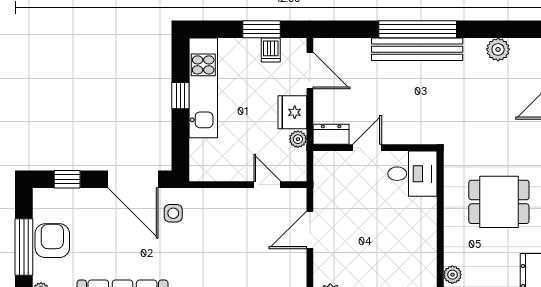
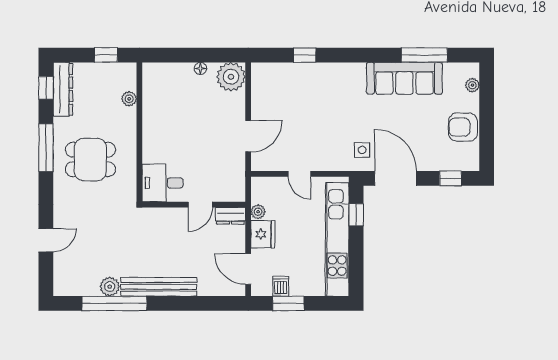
window: (418, 29) -> (114, 303), moved
plant: (498, 49) -> (110, 287), moved
kitchen unit: (203, 88) -> (337, 239), width x1.36
window: (180, 96) -> (356, 215), moved
door: (267, 185) -> (299, 174), moved
armchair: (52, 241) -> (463, 127), turned 90
window: (24, 247) -> (487, 122), removed

